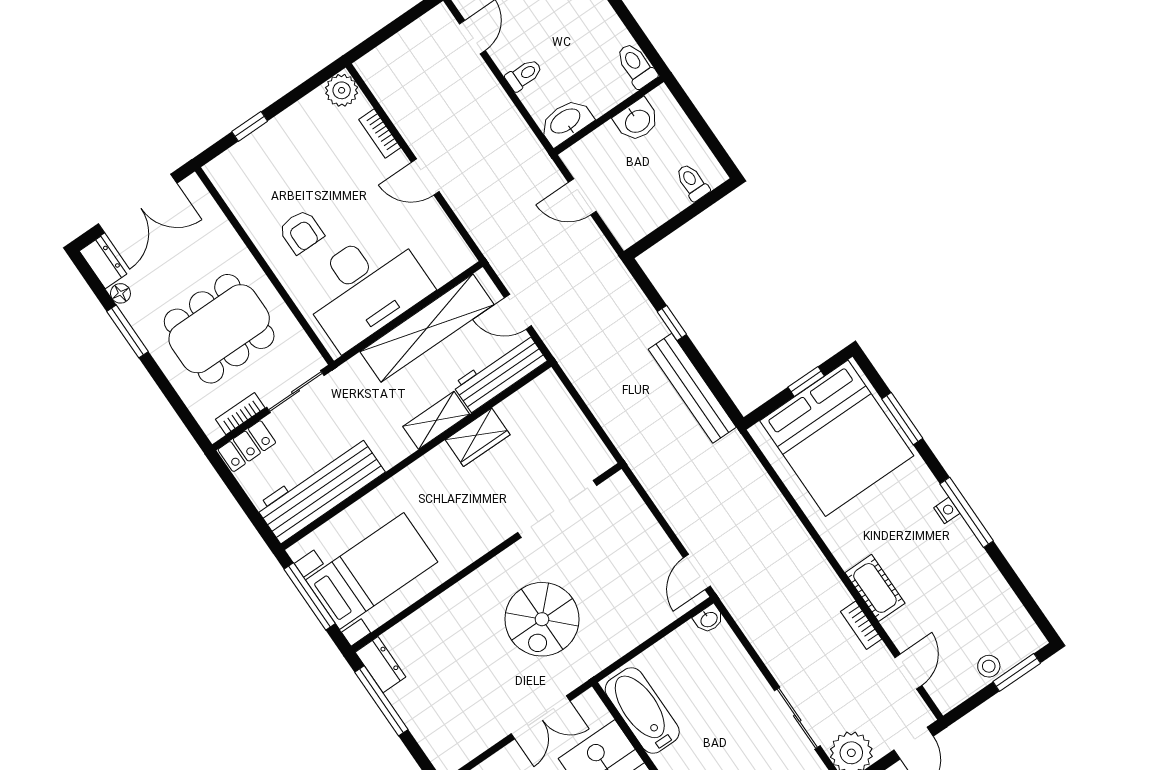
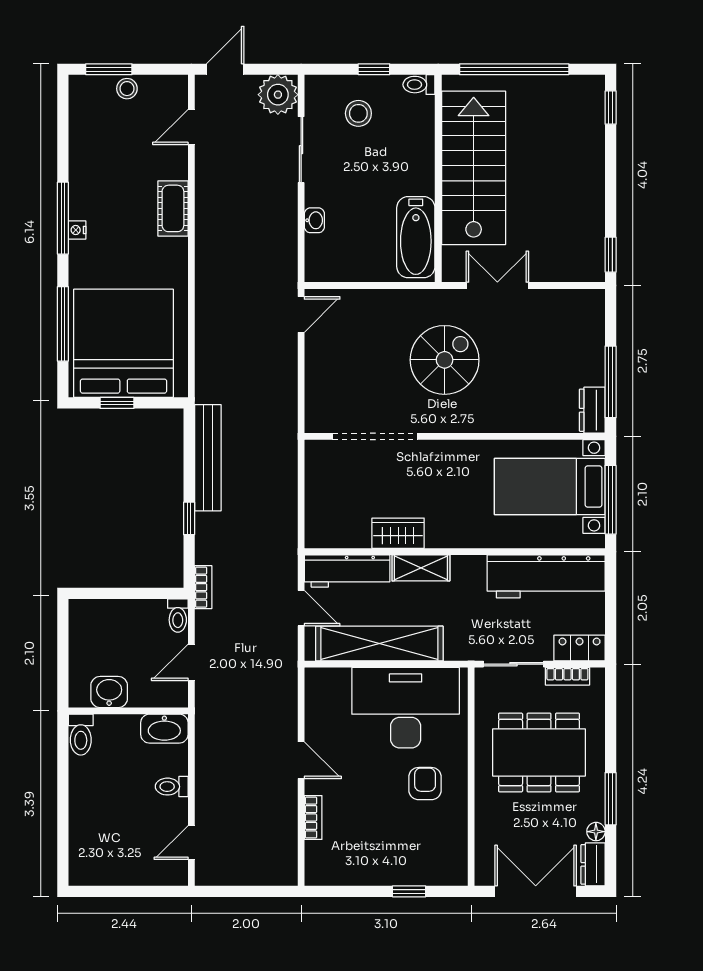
plant: (342, 90) -> (320, 871), removed
toilet: (692, 182) -> (178, 616), moved
door: (582, 197) -> (191, 662), swing flipped
window: (902, 419) -> (63, 324), width x1.44
washbasin: (709, 619) -> (314, 220), moved, turned 90
bookcase: (861, 625) -> (203, 587), moved

